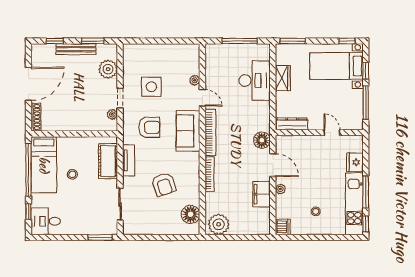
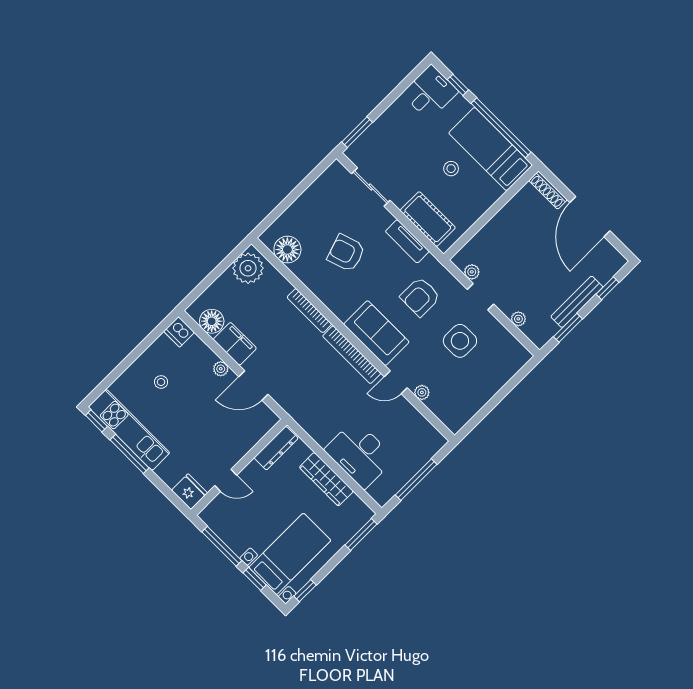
plant: (108, 69) -> (518, 319), width x0.53, depth x0.53
wardrobe: (283, 78) -> (326, 479), width x1.50
floor lamp: (262, 140) -> (212, 321), moved
fridge: (355, 162) -> (190, 492), moved

